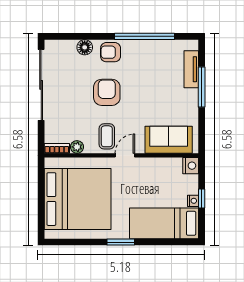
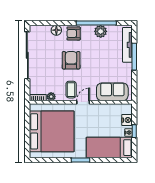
plant: (151, 49) -> (101, 31), added
tv unit: (191, 69) -> (127, 45), width x1.41
nightstand: (191, 166) -> (127, 120), moved

